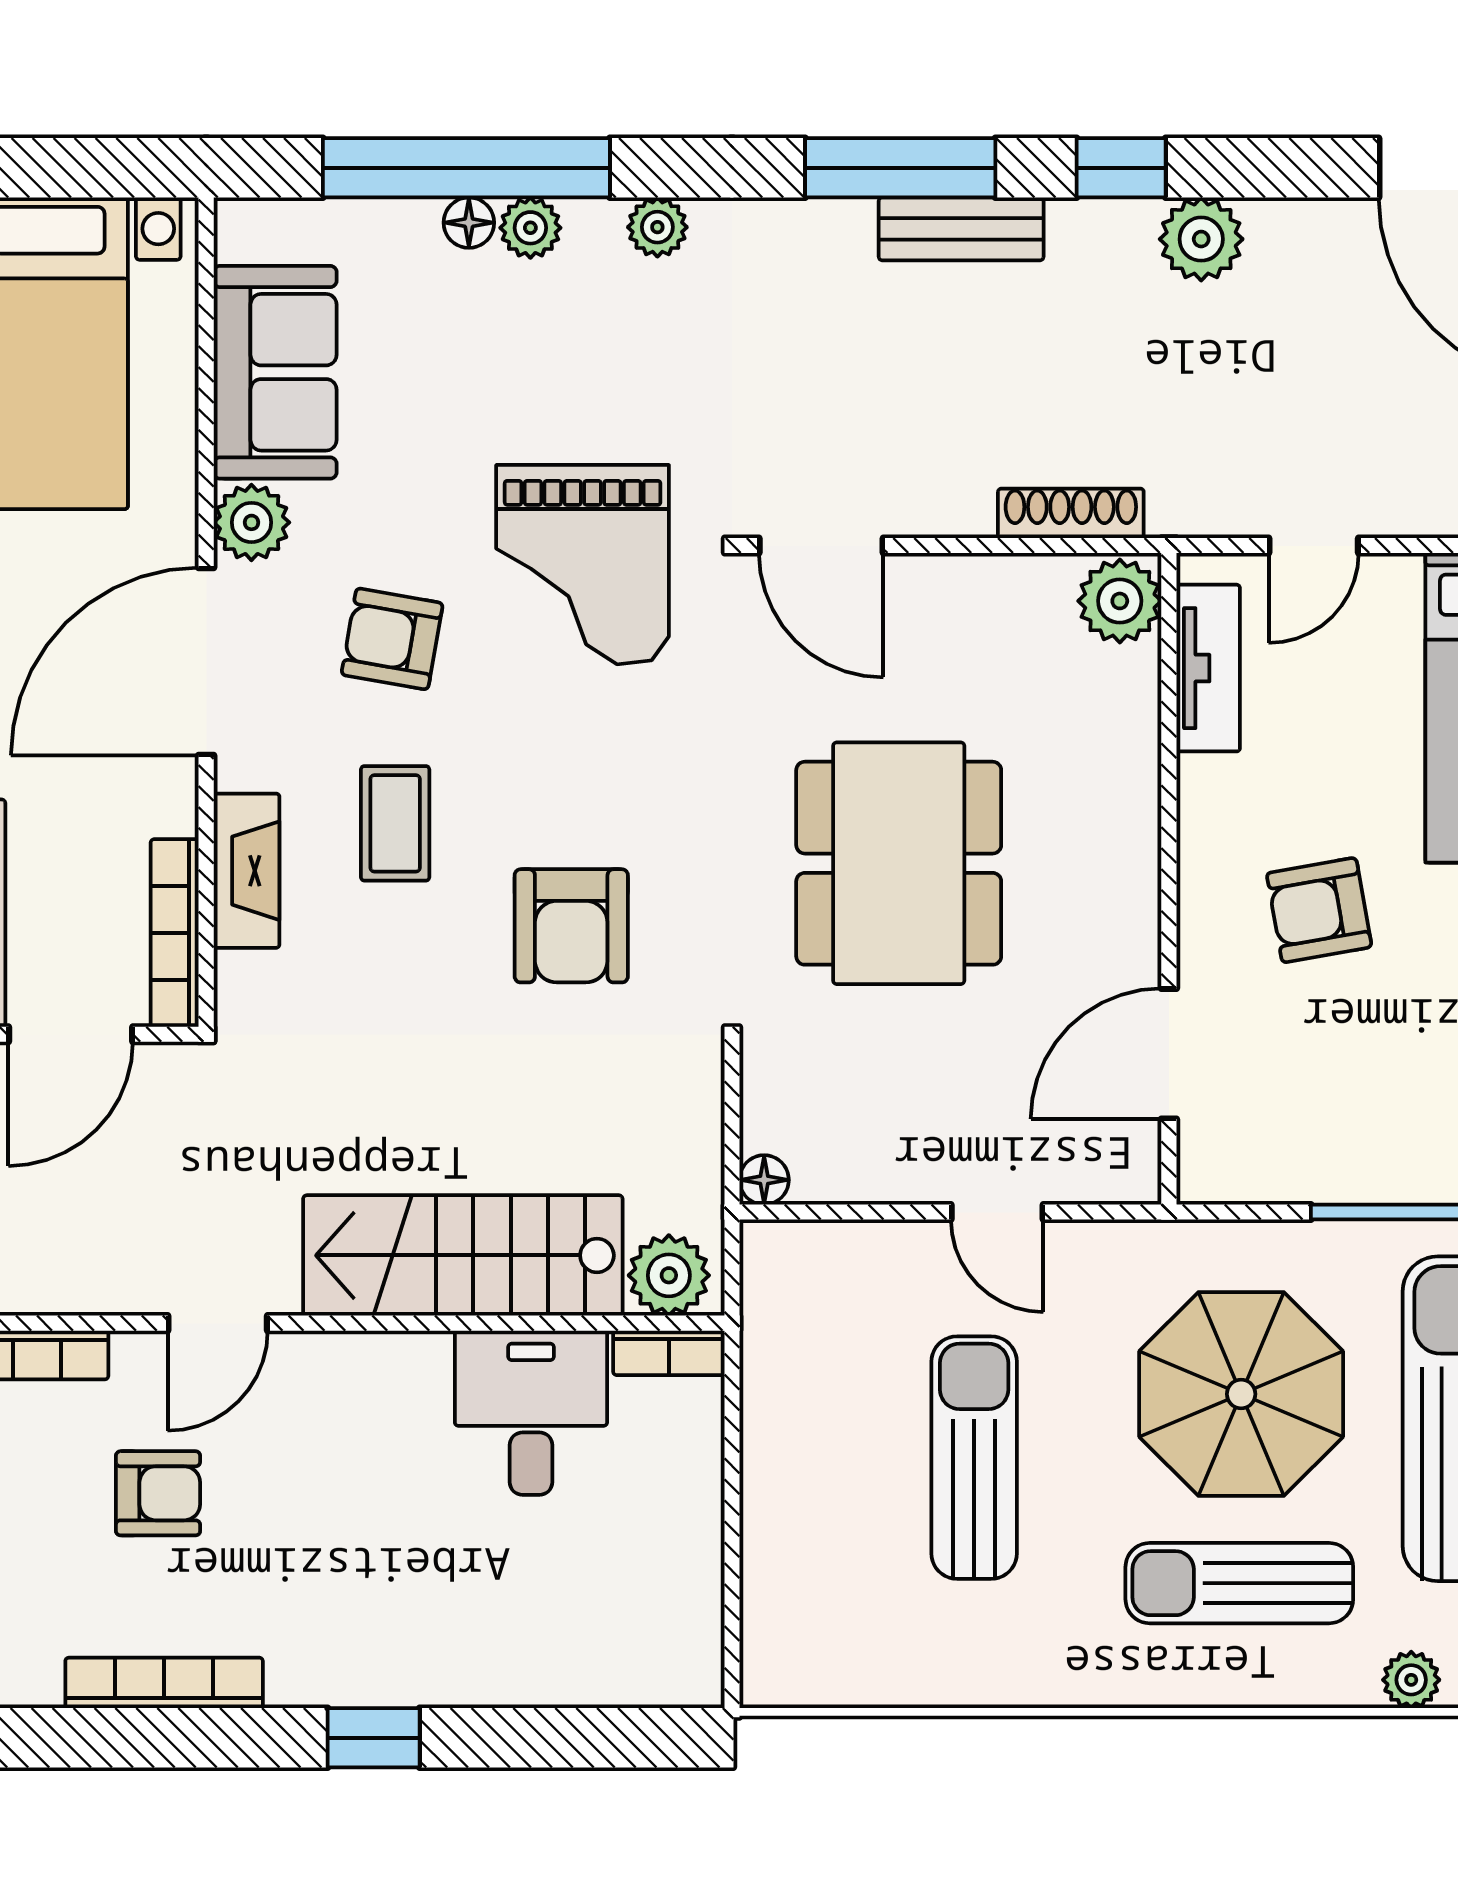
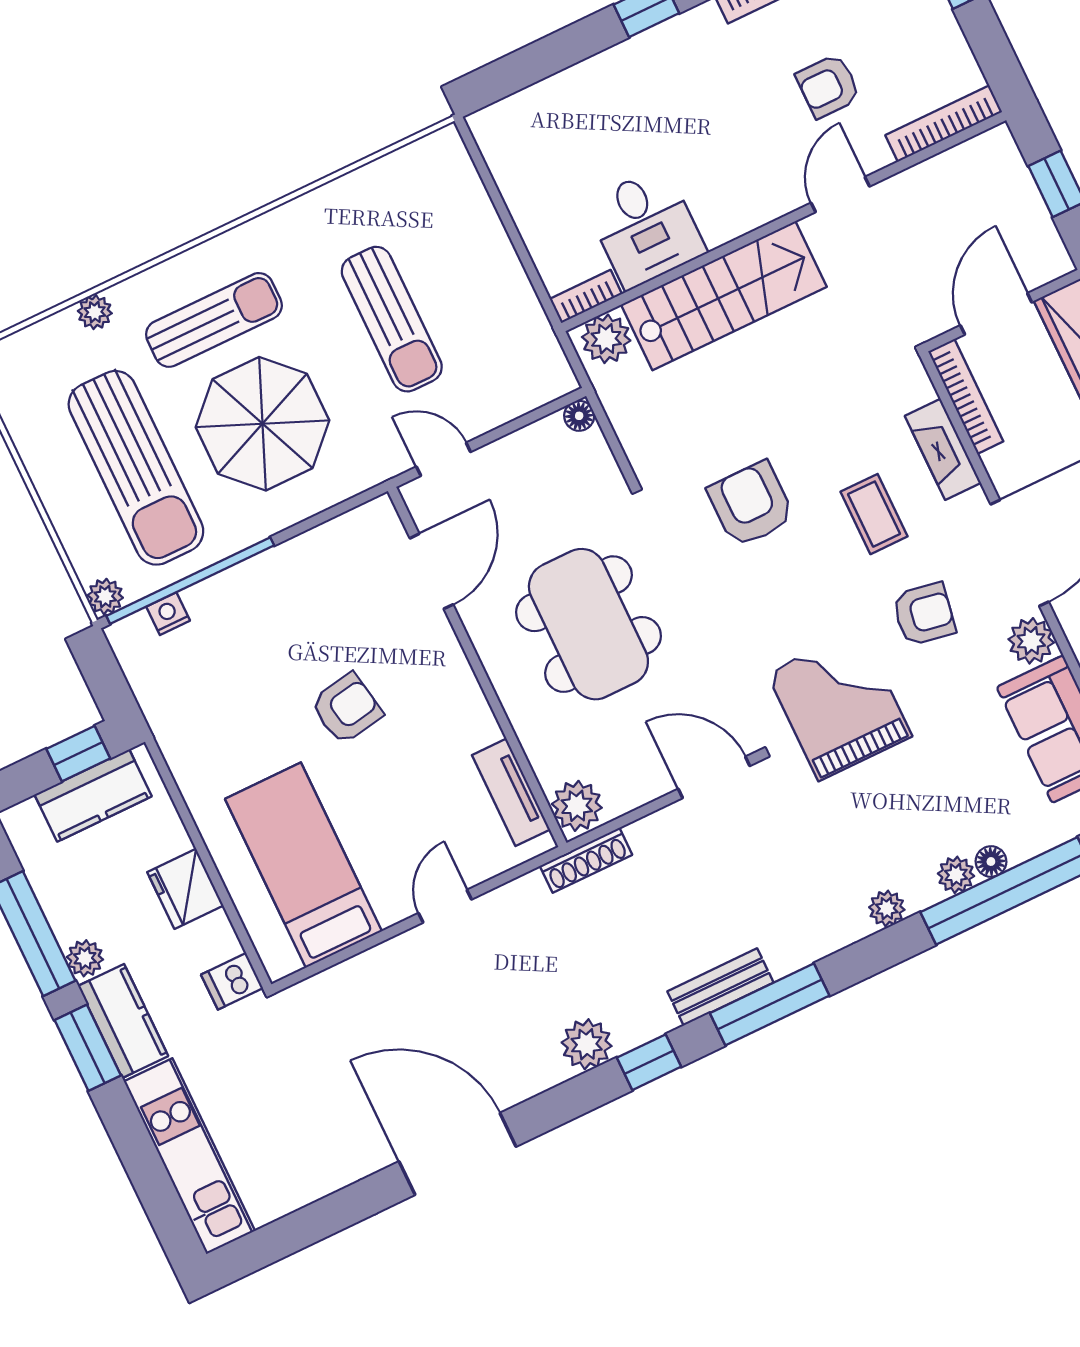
plant: (1120, 601) -> (577, 806), moved
tv unit: (1208, 668) -> (511, 792), moved
wall: (1169, 879) -> (477, 667), moved
door: (1169, 1054) -> (431, 571), moved

